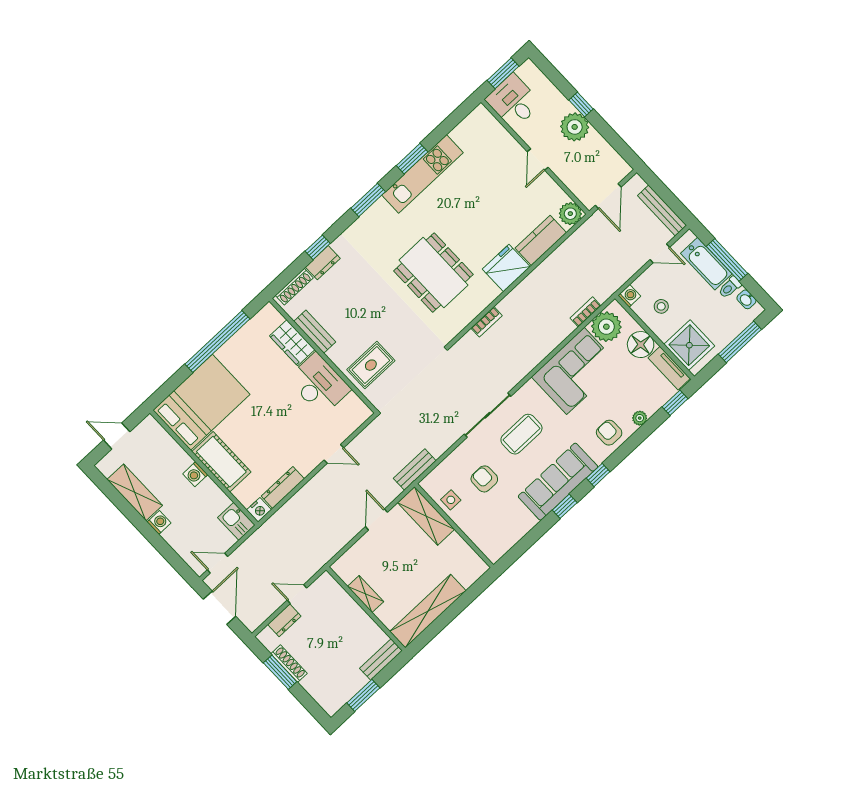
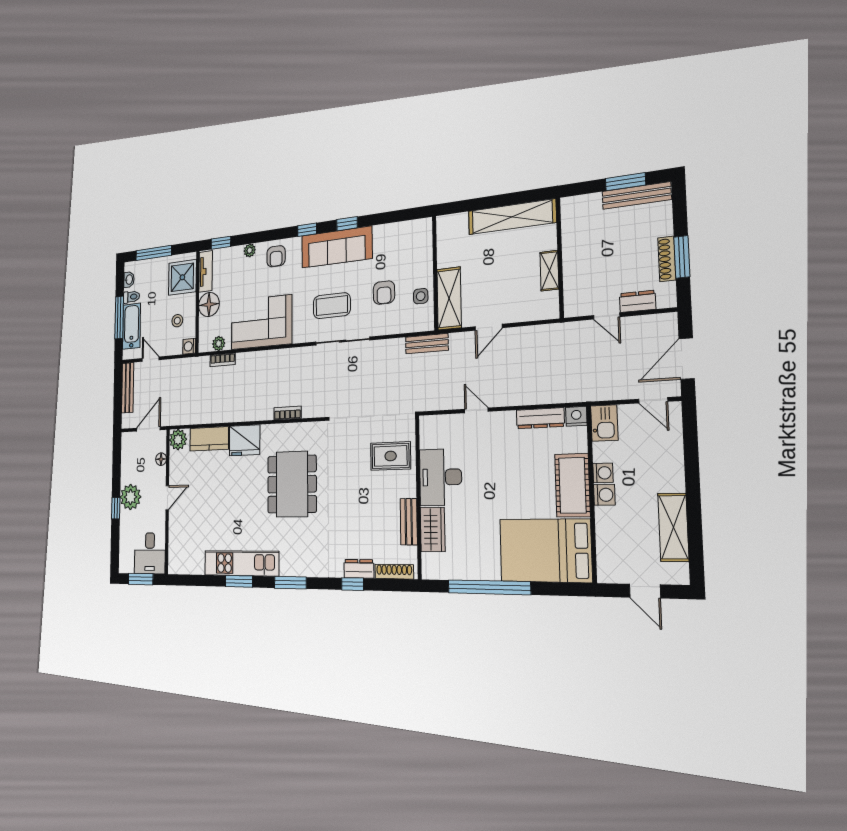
floor lamp: (573, 184) -> (161, 459), added
plant: (606, 327) -> (219, 344), width x0.53, depth x0.53
washing machine: (159, 522) -> (603, 473), moved, turned 180
bench: (381, 660) -> (636, 196), moved, width x1.36

